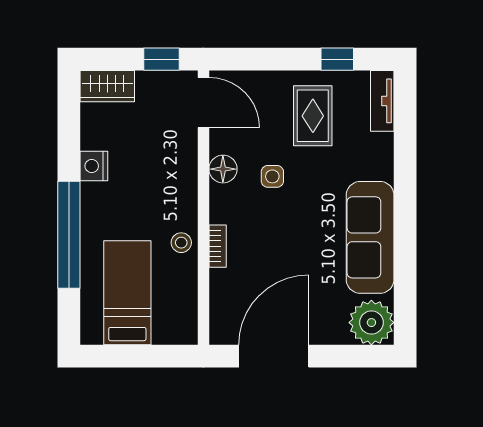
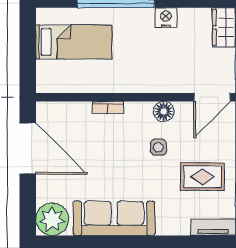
stool: (181, 243) -> (110, 81), removed

